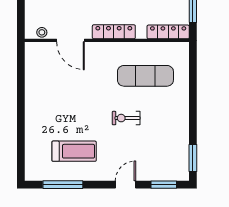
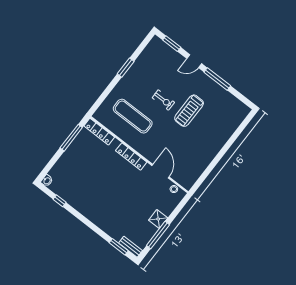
treadmill: (74, 151) -> (189, 111), moved, turned -90
window: (193, 158) -> (126, 68), moved
window: (63, 185) -> (217, 79), moved

